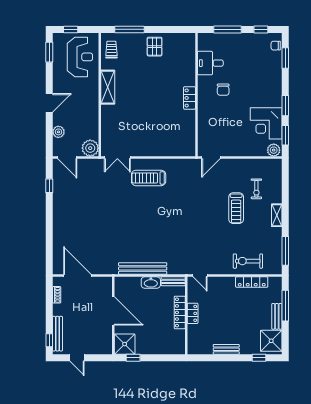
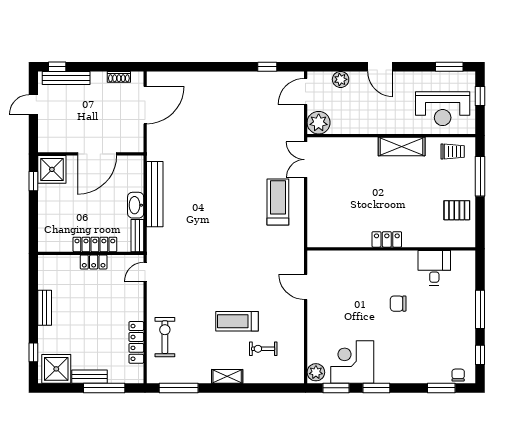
desk: (210, 63) -> (434, 268), moved
wall: (196, 95) -> (391, 249), moved
locker: (190, 98) -> (387, 239), moved

